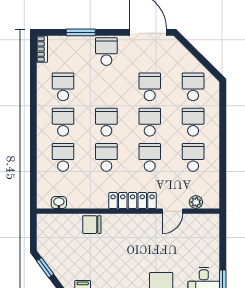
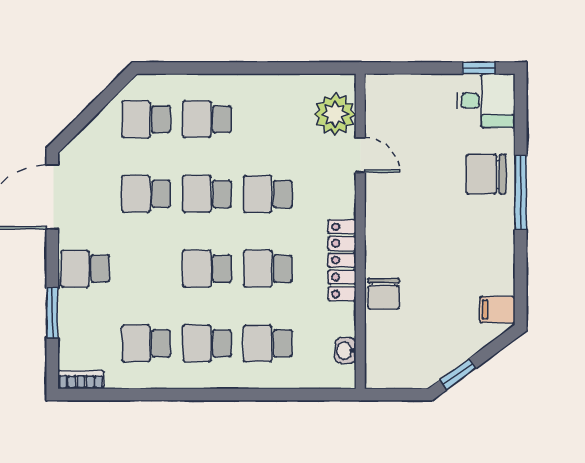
school desk: (193, 157) -> (268, 119), removed
locker: (133, 200) -> (342, 260), moved
plant: (196, 202) -> (335, 114), width x1.87, depth x1.87

